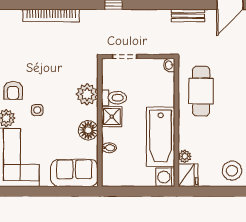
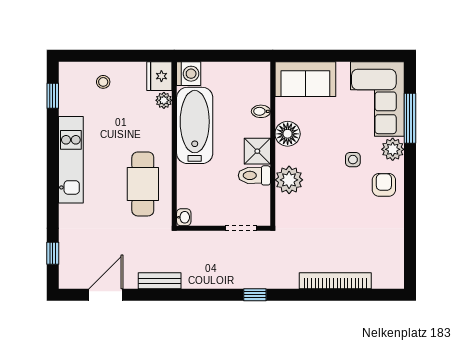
stool: (232, 171) -> (103, 82), width x0.53, depth x0.53

